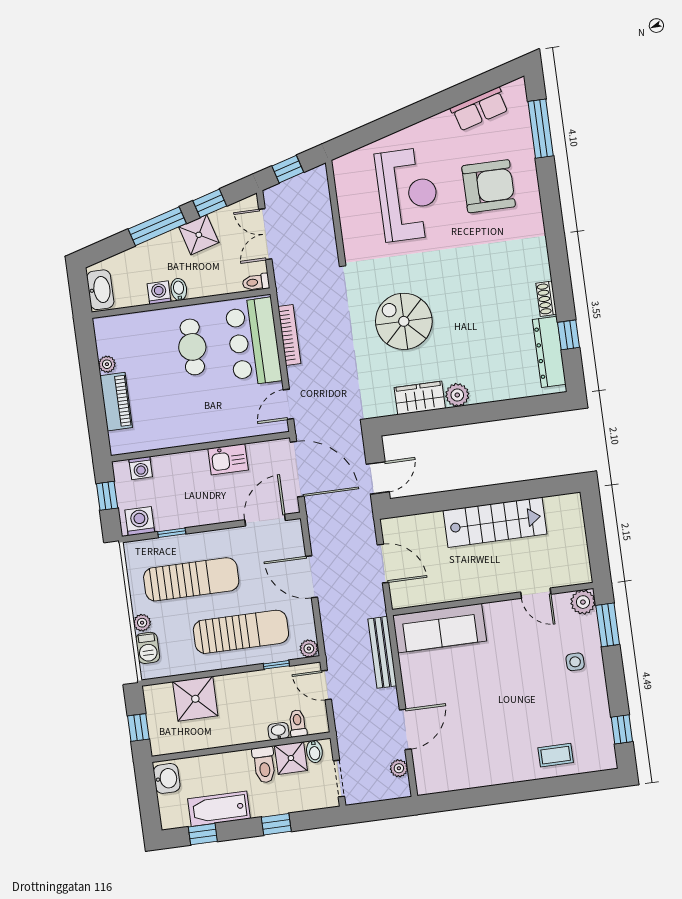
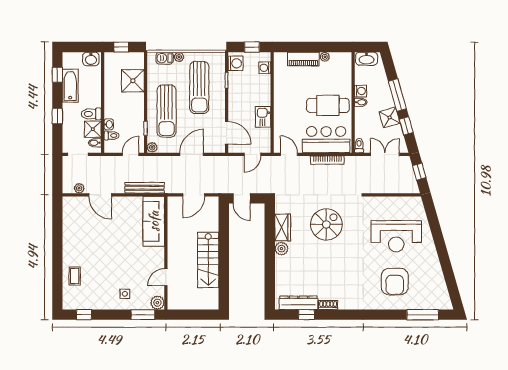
row of seats: (480, 109) -> (438, 282), removed
cafe table: (192, 347) -> (328, 105), width x1.37, depth x1.35
door: (297, 469) -> (252, 154), width x0.53

